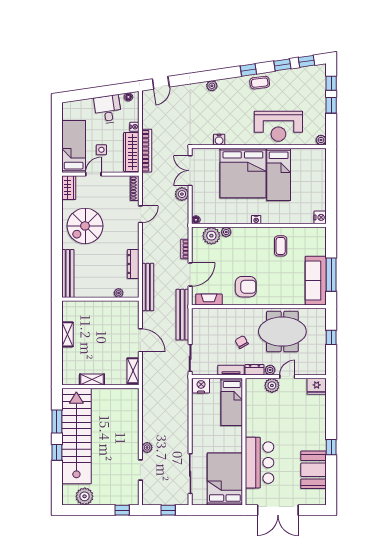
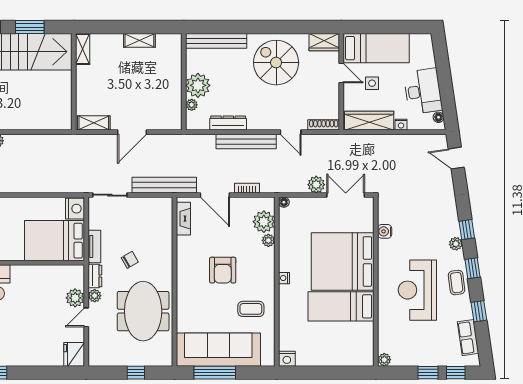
window: (306, 61) -> (467, 230), moved
row of seats: (303, 73) -> (468, 338), added
plant: (212, 86) -> (456, 244), moved
desk: (108, 109) -> (423, 91), width x1.37
reception desk: (278, 126) -> (417, 290), moved
bookcase: (147, 151) -> (371, 140), removed
sofa: (316, 281) -> (218, 350), width x1.36, depth x1.27
bench: (148, 287) -> (246, 141), moved
armchair: (246, 287) -> (223, 270), moved
plant: (103, 288) -> (198, 85), added
door: (287, 377) -> (86, 317), swing flipped
shelving: (92, 380) -> (83, 49), moved
bed: (232, 402) -> (54, 241), width x1.50

